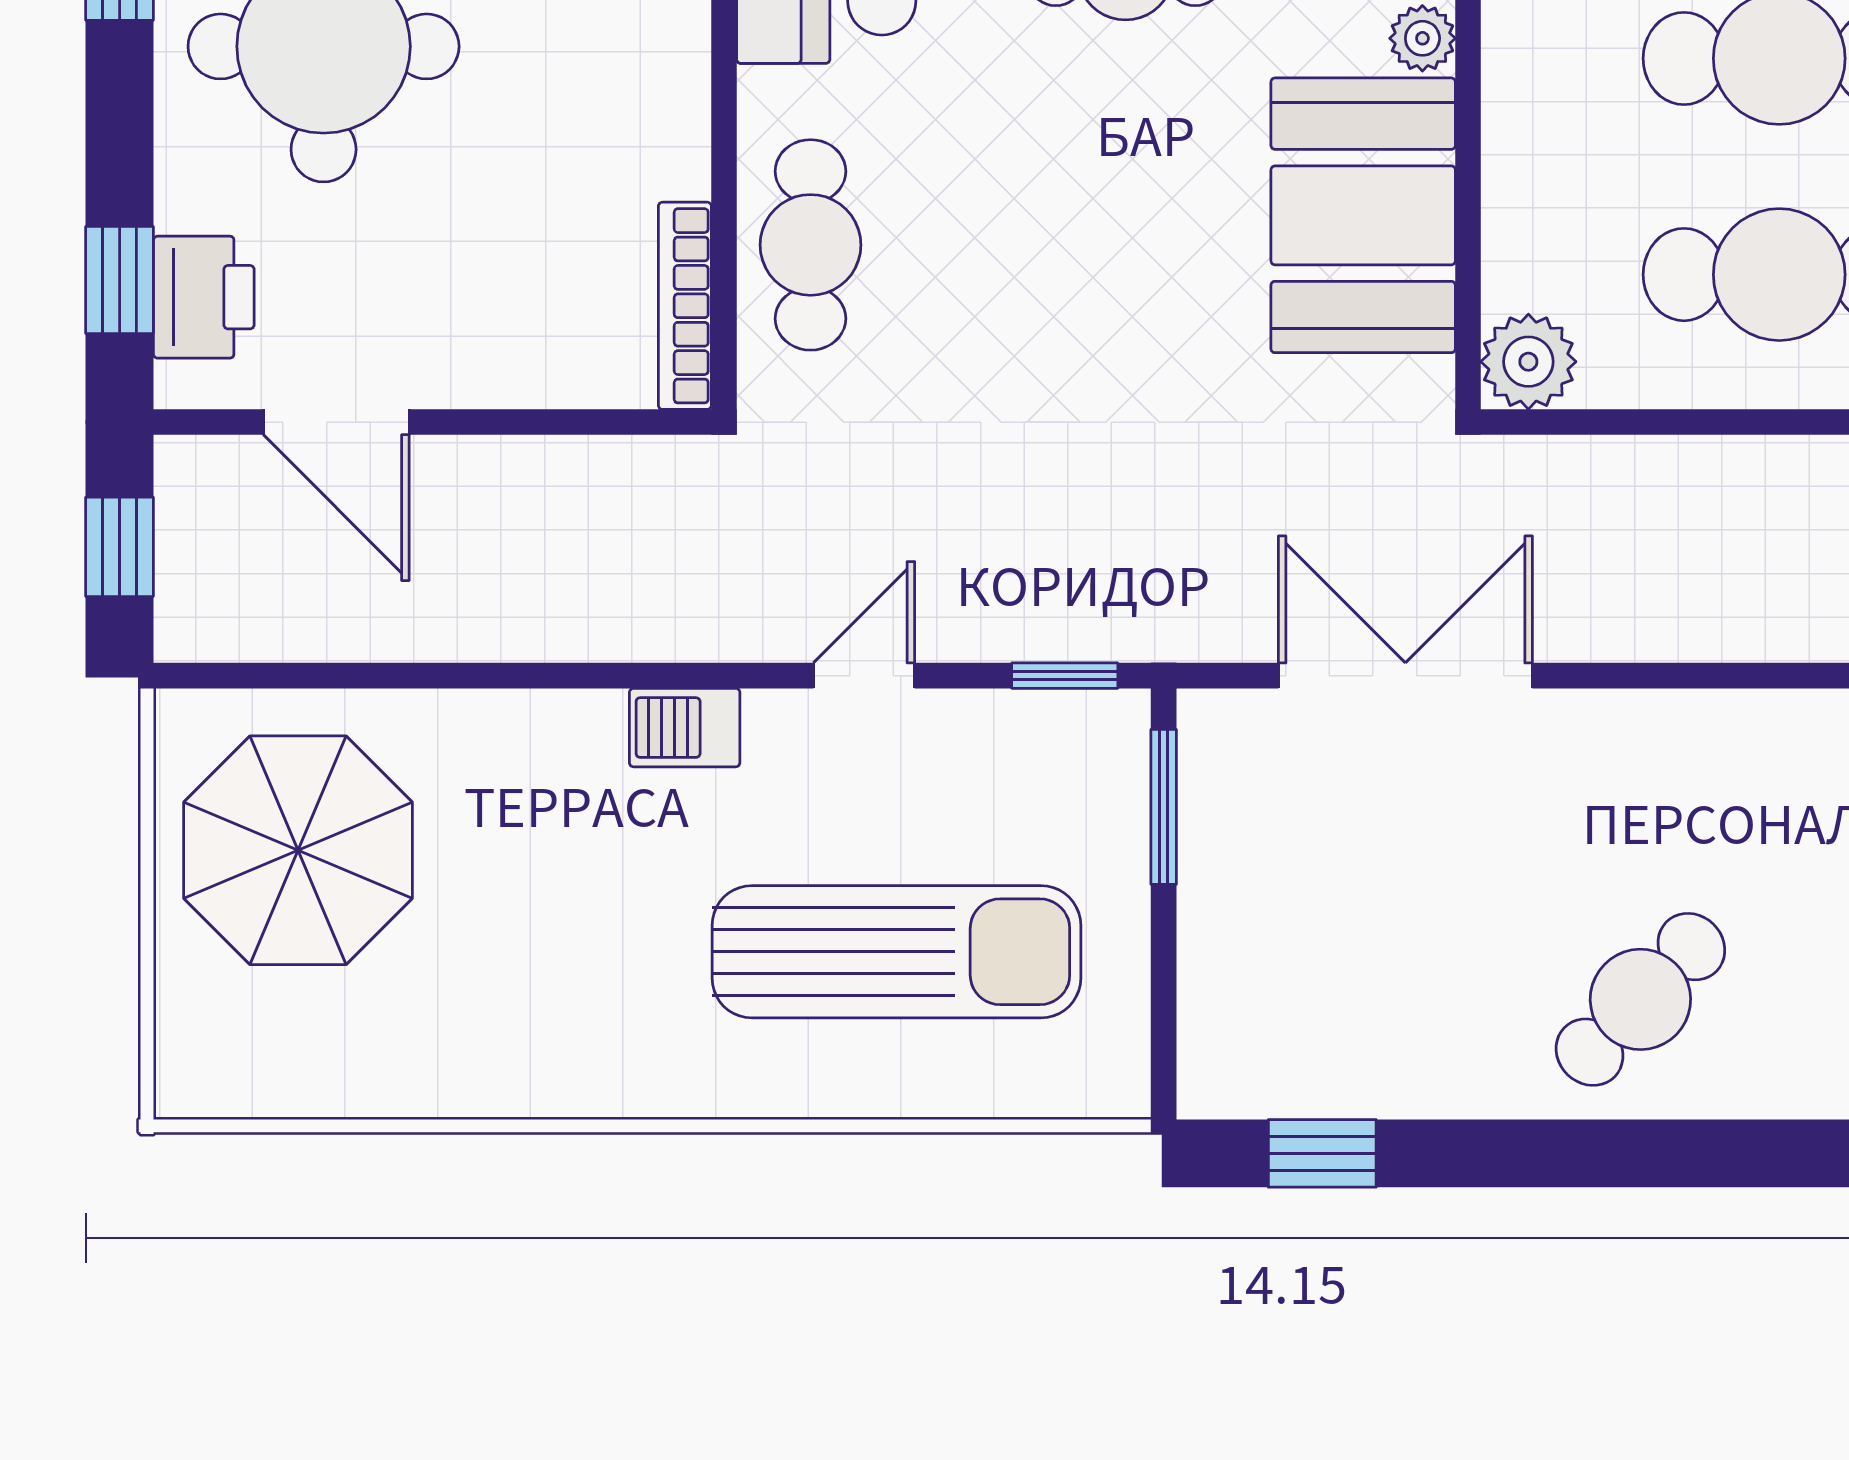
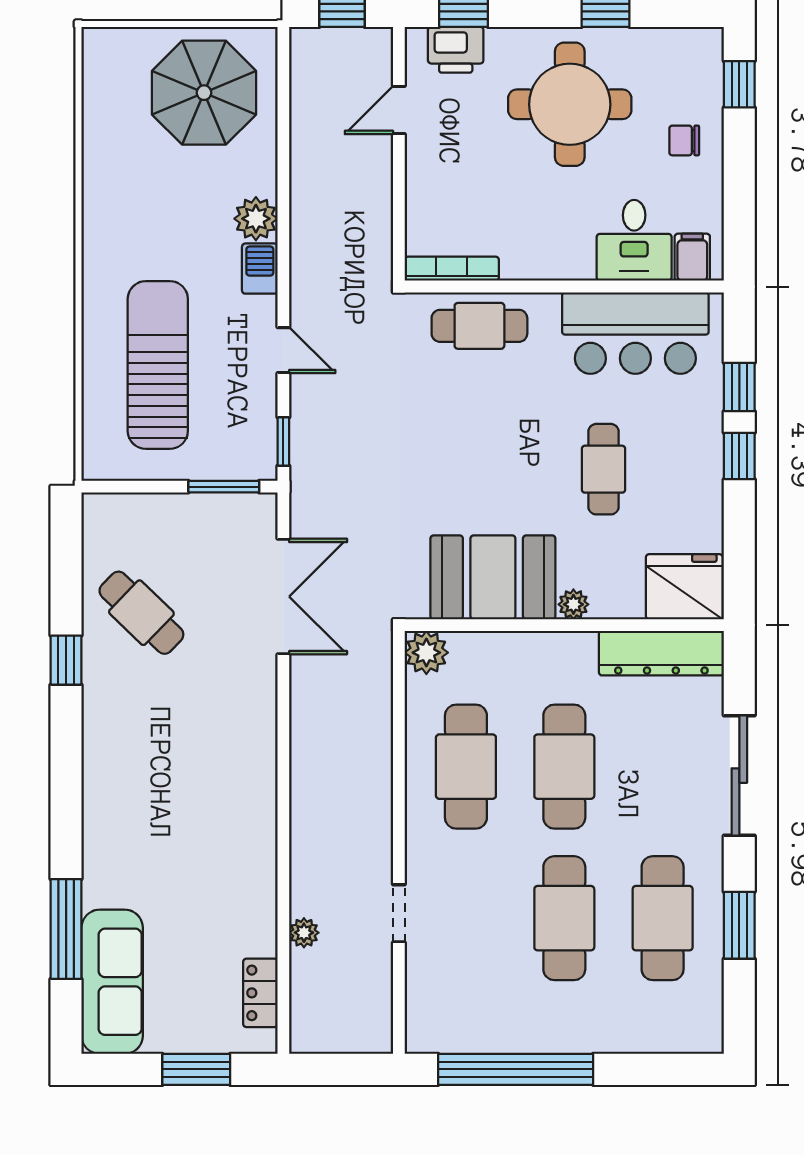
door: (336, 422) -> (399, 110), width x0.73
plant: (575, 736) -> (256, 219), added
sun lounger: (896, 952) -> (158, 365), turned 180
cafe table: (1640, 999) -> (141, 613), moved
window: (1322, 1153) -> (66, 660), moved

